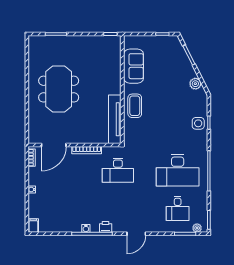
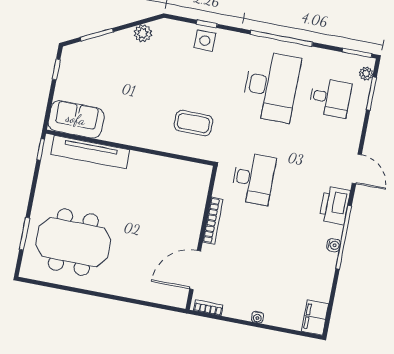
sofa: (134, 66) -> (76, 119), moved
meeting table: (59, 89) -> (73, 242), moved
coffee table: (135, 106) -> (193, 123), moved
tv unit: (115, 119) -> (90, 152), moved
door: (54, 145) -> (195, 270), swing flipped
filing cabinet: (33, 226) -> (315, 317), width x2.00
printer: (106, 227) -> (335, 205), width x1.87, depth x1.48

